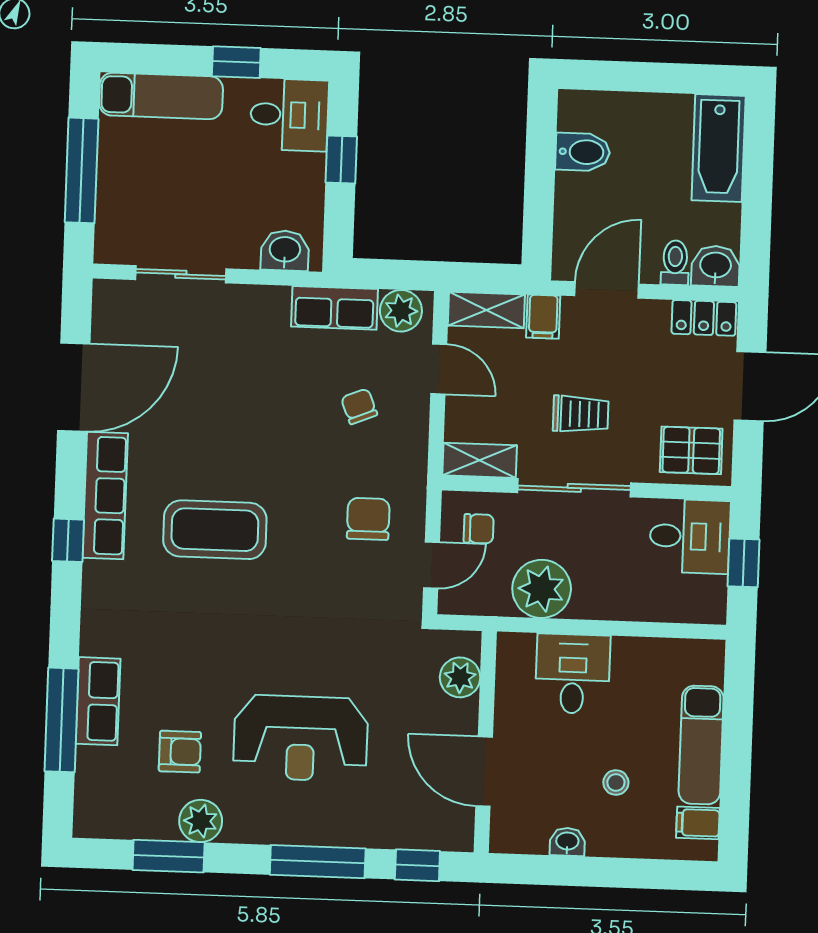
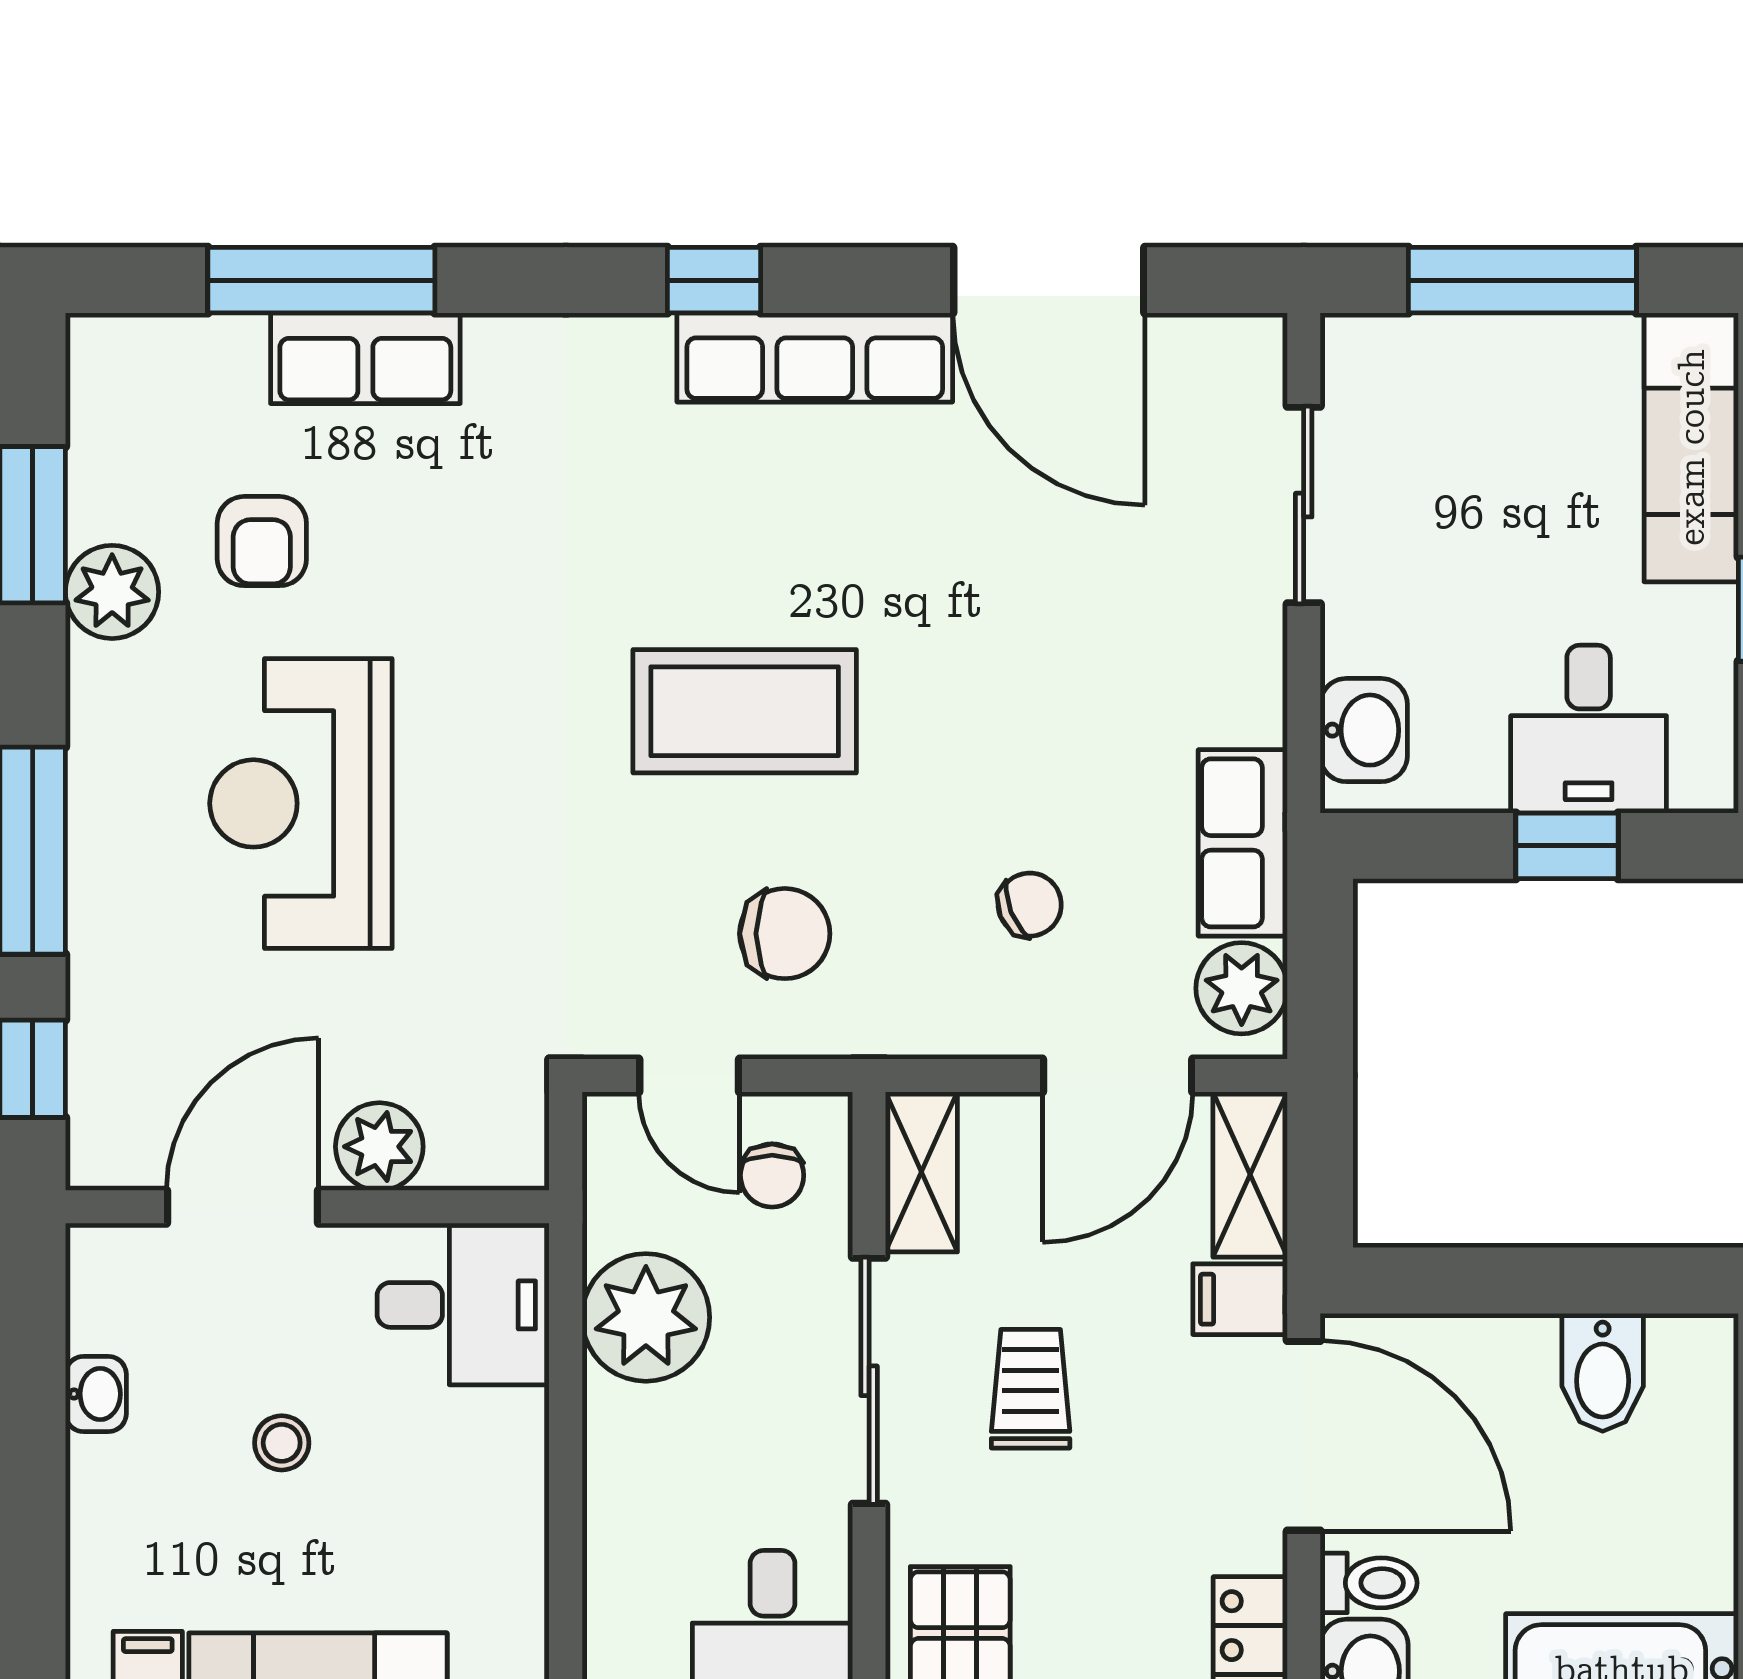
desk: (289, 115) -> (1589, 729), moved
door: (607, 290) -> (1304, 1436), width x1.36
door: (439, 369) -> (1118, 1076), width x1.38
trolley: (581, 414) -> (1031, 1389), turned 180
coffee table: (215, 530) -> (745, 711), moved, turned 90
desk: (573, 674) -> (463, 1305), moved
plant: (460, 677) -> (379, 1147), moved
stool: (616, 783) -> (282, 1443), moved

